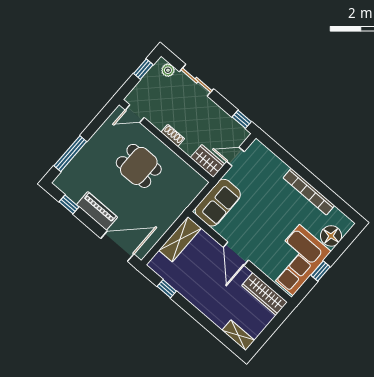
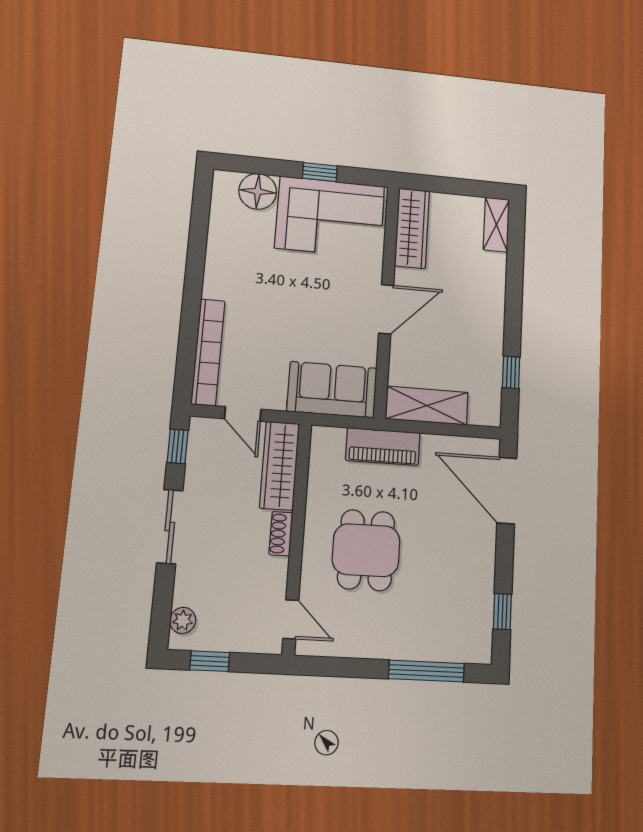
sliding door: (197, 80) -> (170, 527), moved
wardrobe: (208, 161) -> (280, 466), width x1.50
bookcase: (309, 192) -> (208, 352), moved
piano: (97, 211) -> (383, 446), moved, turned -90

